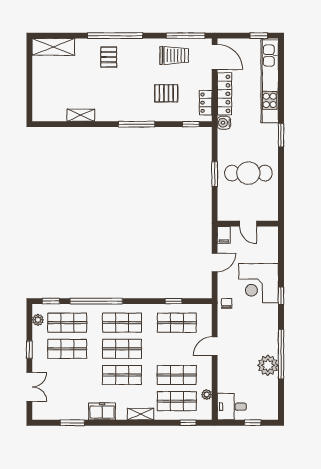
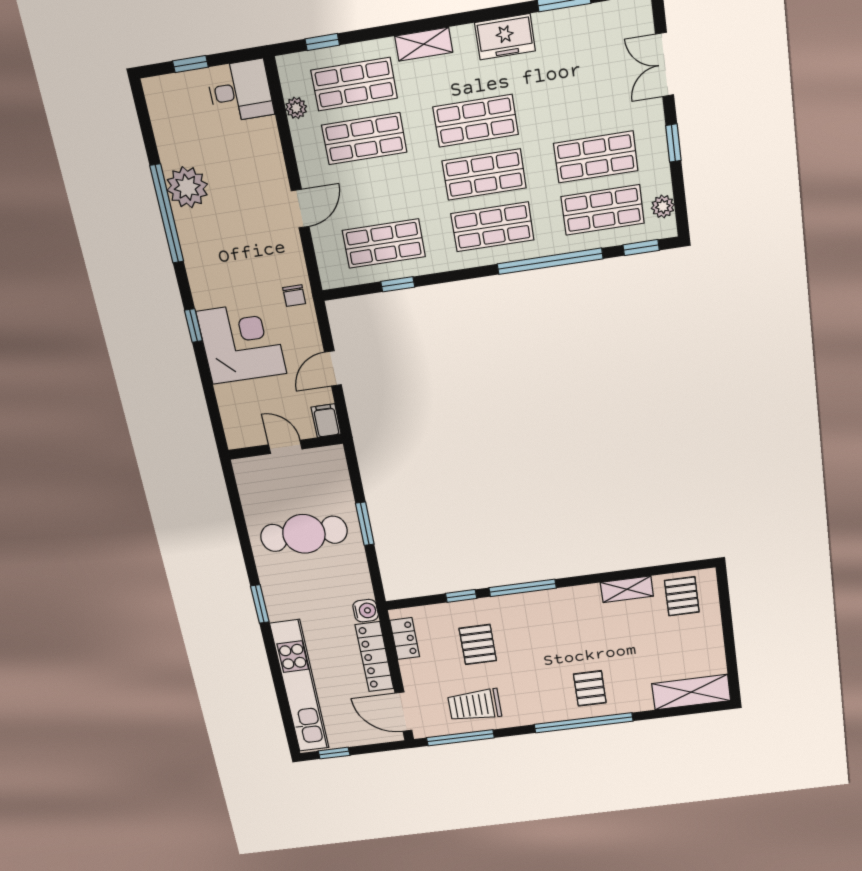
pallet: (166, 93) -> (478, 644), turned 90
pallet: (52, 107) -> (682, 596), added
window: (191, 124) -> (461, 596), moved

